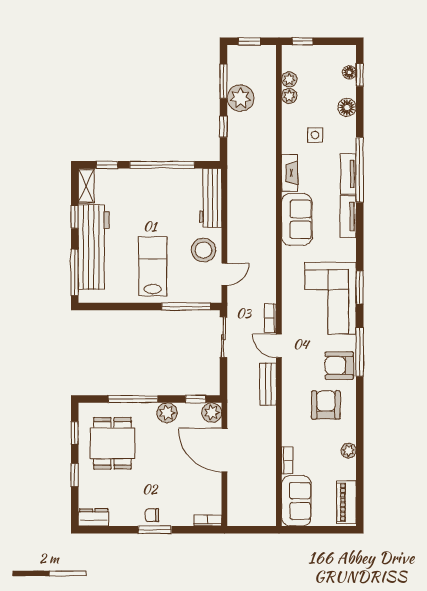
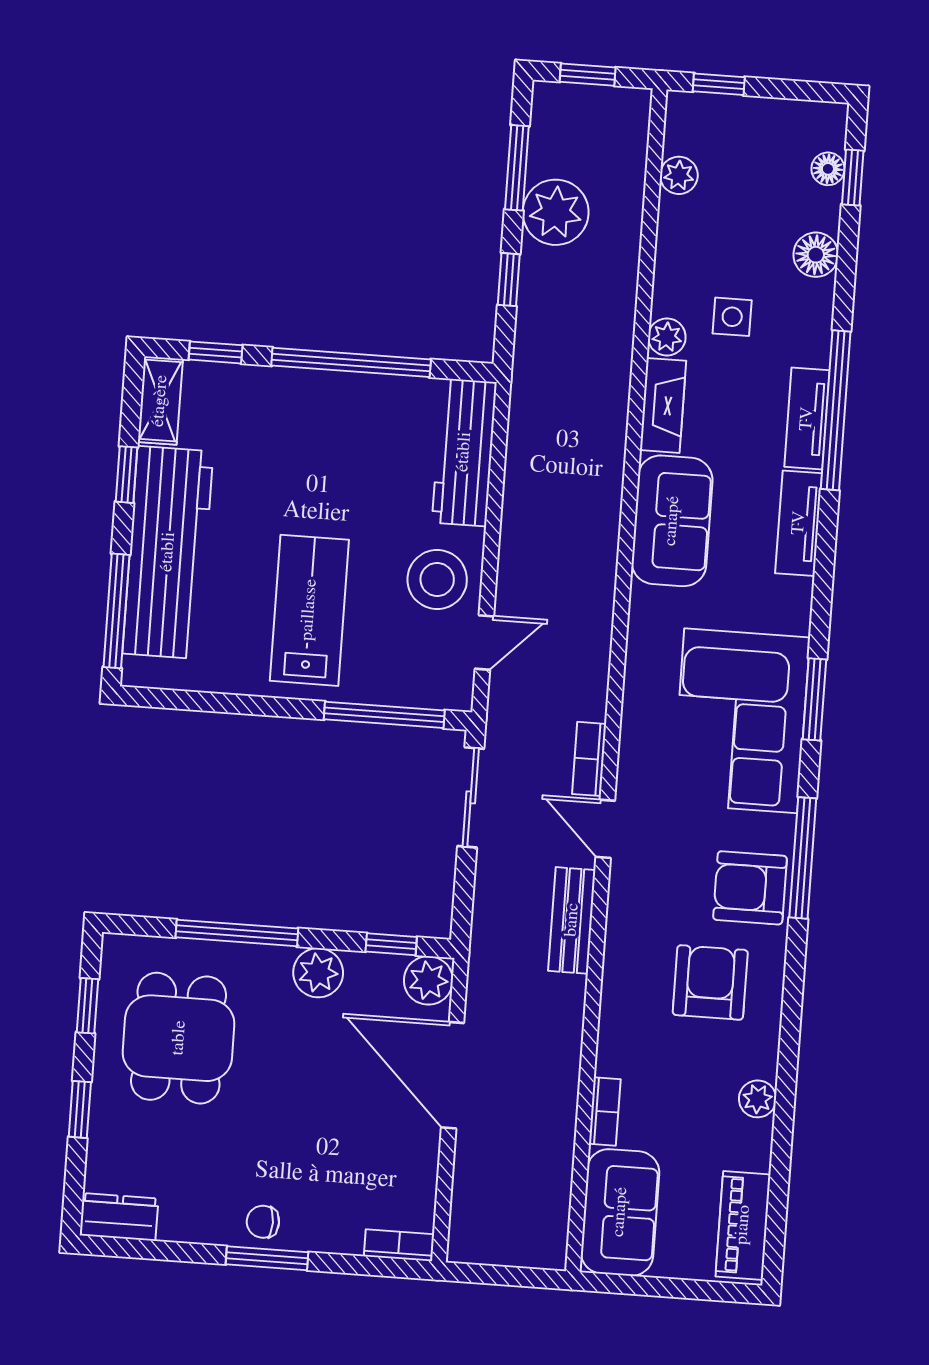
plant: (289, 96) -> (667, 337), moved

